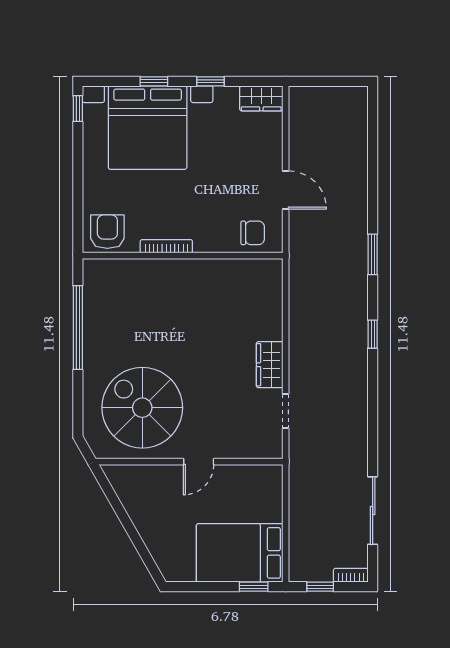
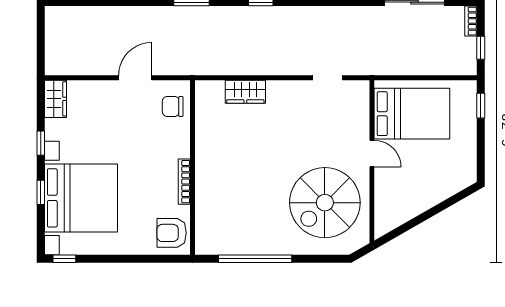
chair: (253, 233) -> (173, 106), turned -90
wardrobe: (270, 365) -> (245, 92), moved
bed: (240, 553) -> (412, 114), moved, turned -90

